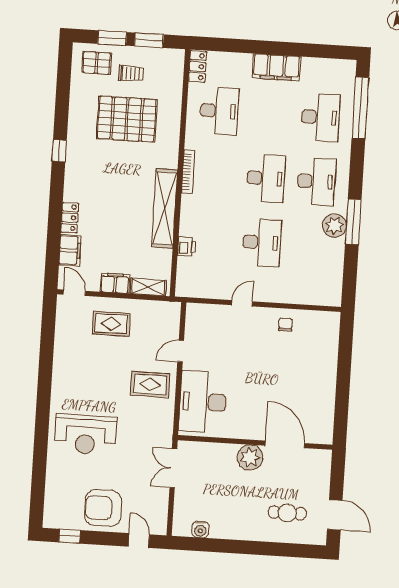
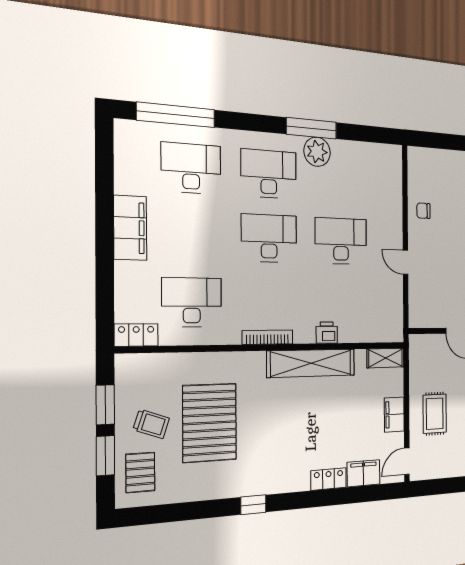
trolley: (131, 73) -> (151, 424), turned 109
printer: (187, 246) -> (327, 333), moved
shelving: (148, 287) -> (386, 358), moved, turned 90

